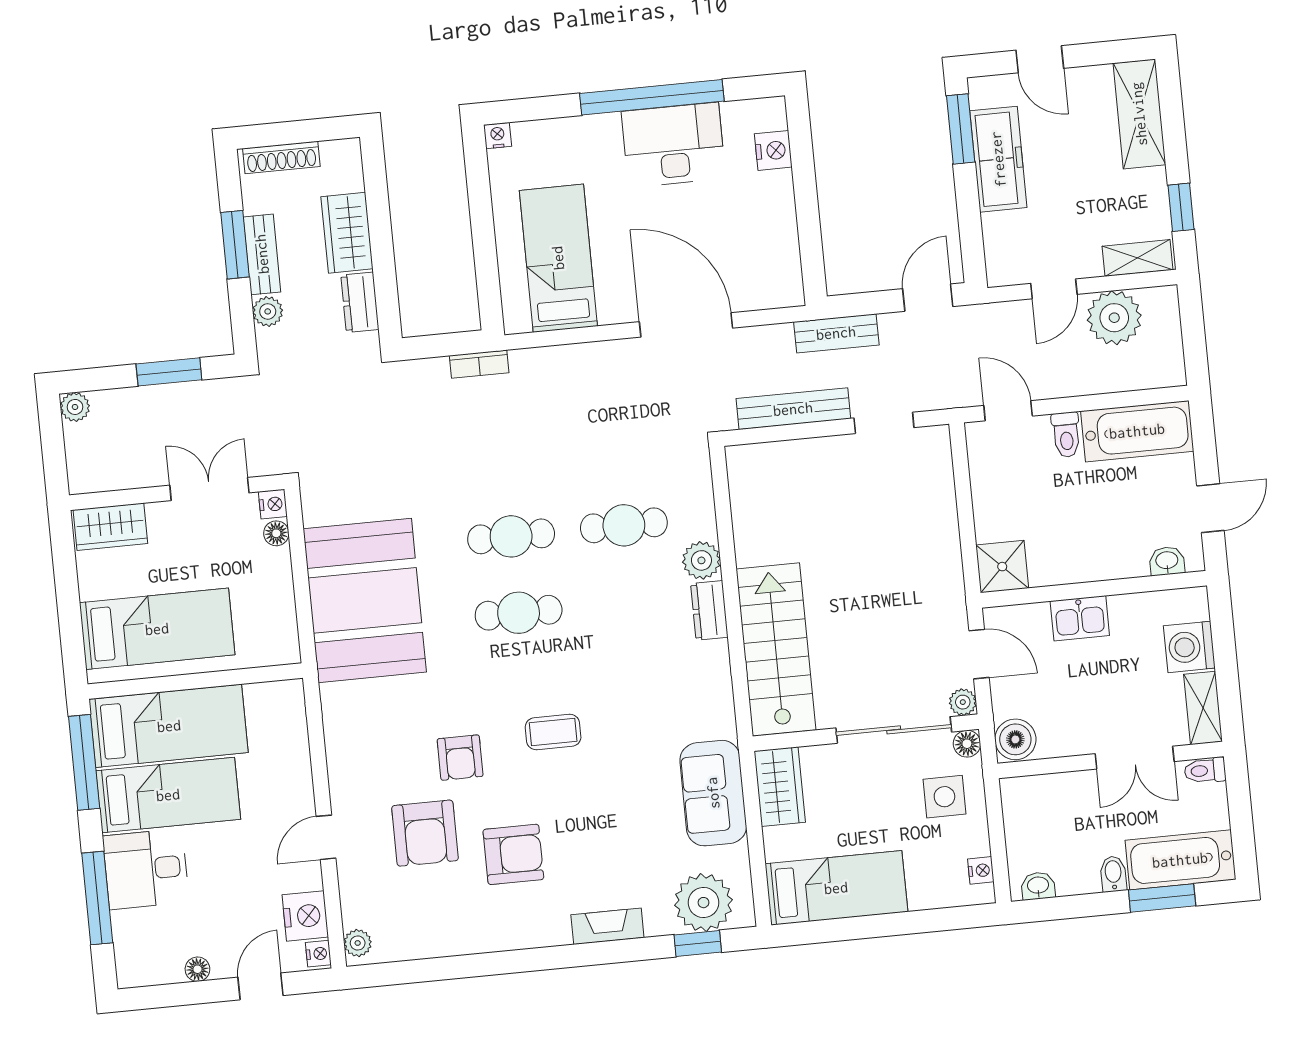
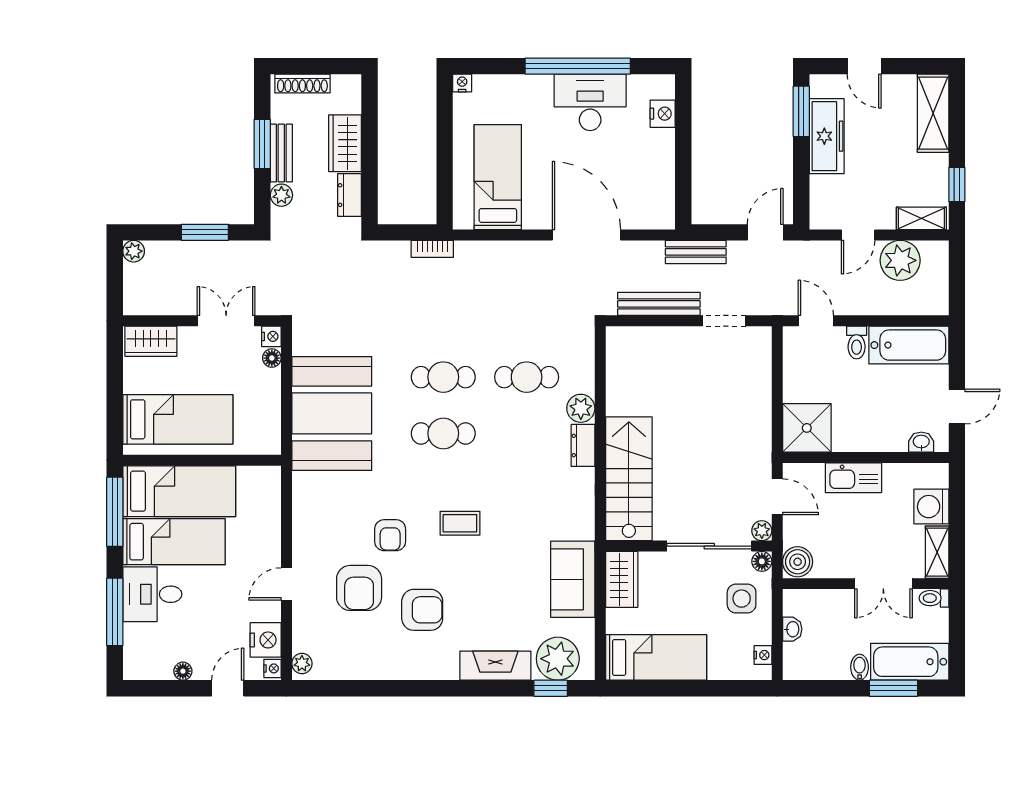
shower: (1002, 567) -> (807, 428), width x1.36, depth x1.36
kitchen sink: (1080, 618) -> (853, 478), width x1.38
washbasin: (1038, 886) -> (792, 629), moved, turned 90
fireplace: (607, 926) -> (495, 666), width x1.37, depth x1.32

